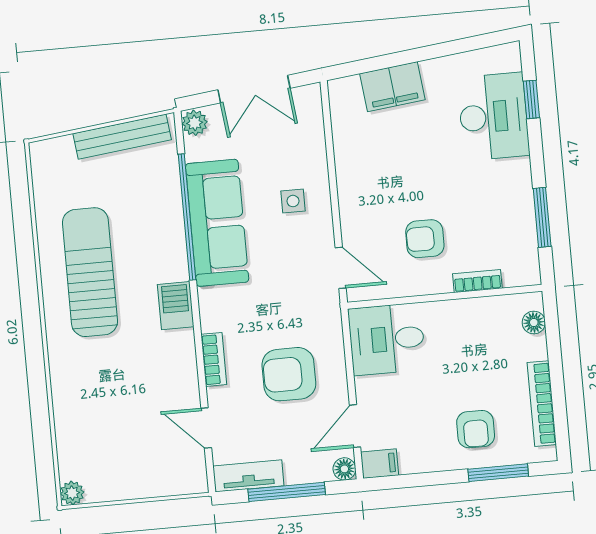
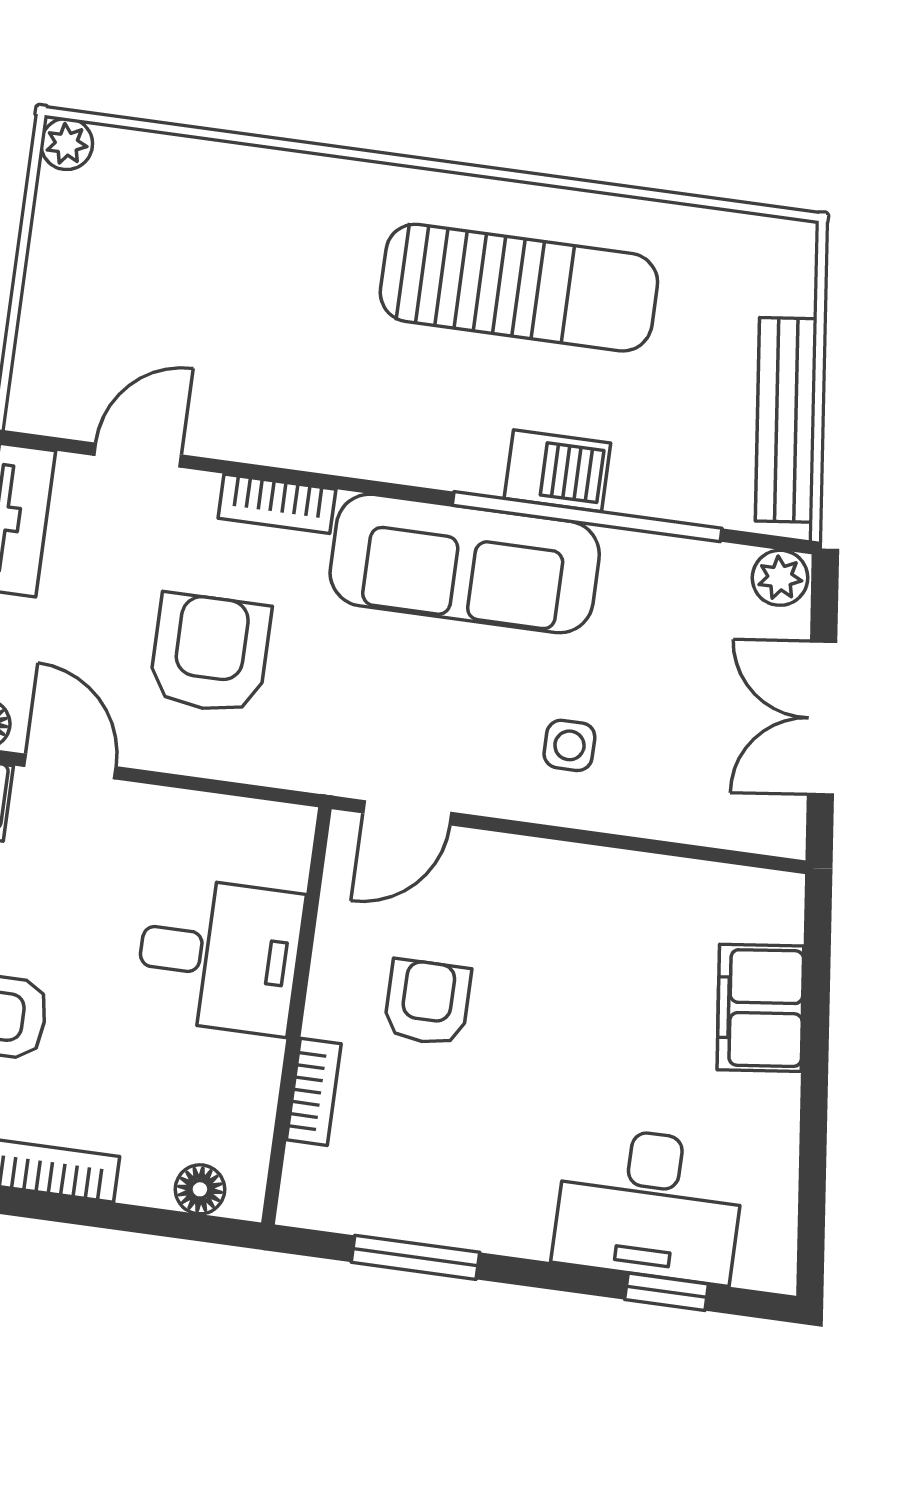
sofa: (217, 223) -> (465, 564), moved
barbecue: (176, 306) -> (557, 471), moved
desk: (387, 339) -> (219, 956), moved, turned 90

